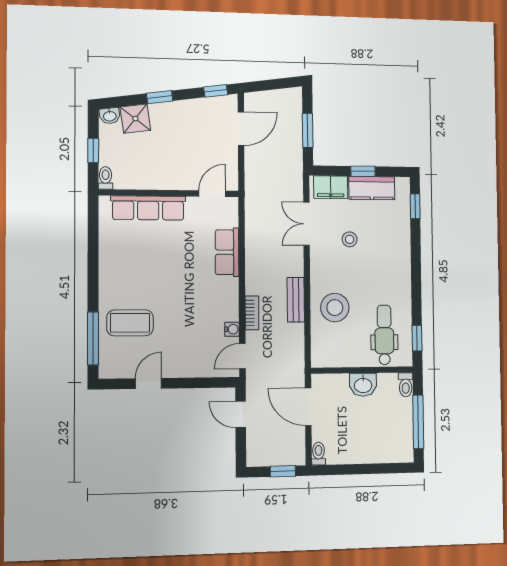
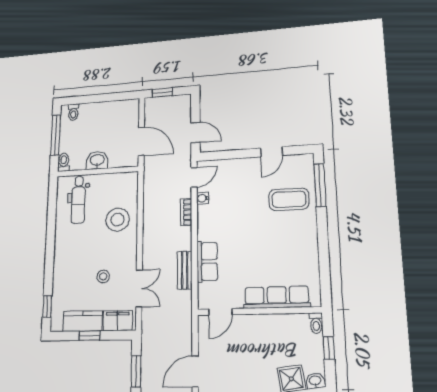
bench: (296, 300) -> (185, 270), moved
window: (417, 338) -> (52, 199), removed
toilet: (319, 454) -> (73, 112), moved

